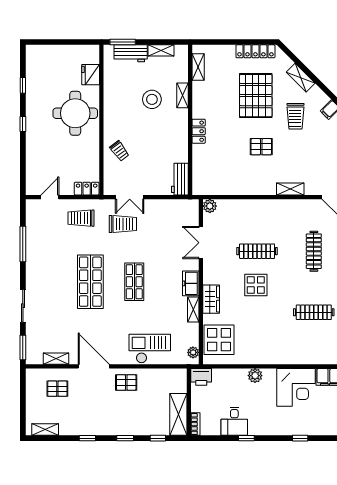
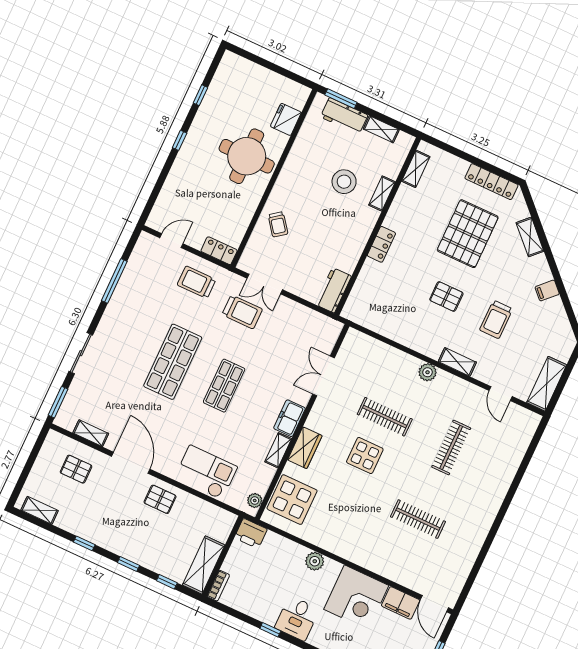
trolley: (295, 116) -> (496, 319), moved
plant: (210, 206) -> (428, 372), moved
desk: (234, 421) -> (297, 618), moved

